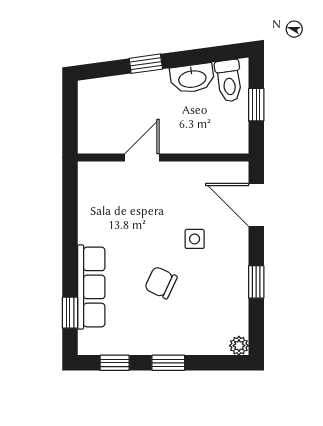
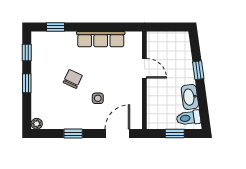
row of seats: (91, 287) -> (101, 39), moved

